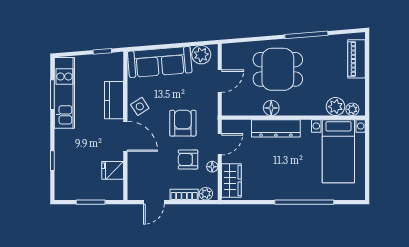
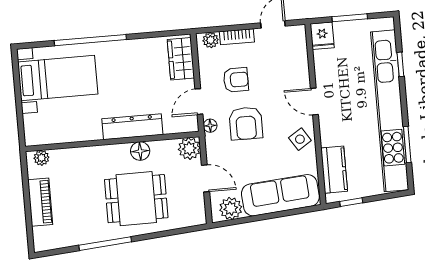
piano: (357, 59) -> (40, 202), moved
door: (220, 81) -> (205, 178), swing flipped
kitchen unit: (64, 93) -> (390, 111), width x1.86
kitchen counter: (114, 100) -> (334, 170), moved
plant: (336, 107) -> (189, 149), moved
door: (125, 136) -> (314, 101), width x0.73
bed with nightstands: (338, 151) -> (58, 78), moved, turned 90
floor lamp: (212, 167) -> (210, 126), moved
fridge: (113, 170) -> (322, 36), moved, turned 90

